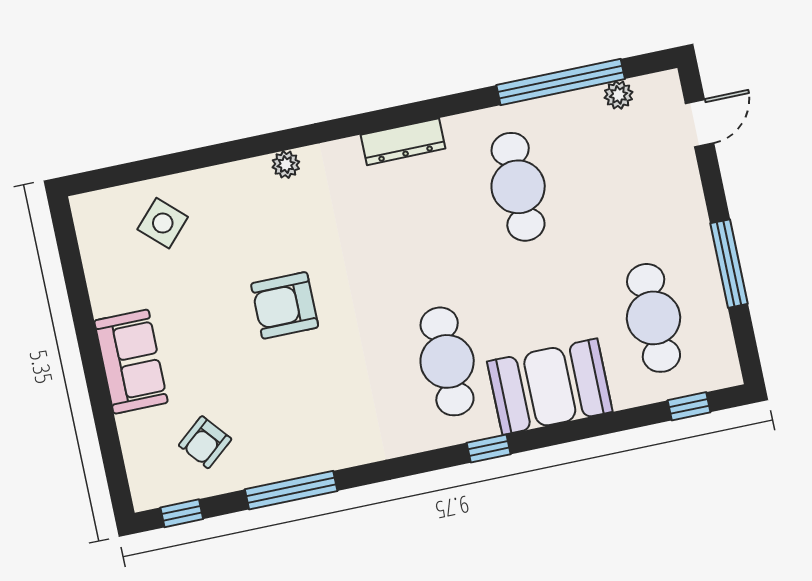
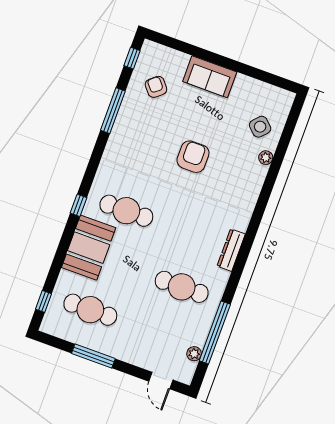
plant: (286, 165) -> (266, 158), moved

